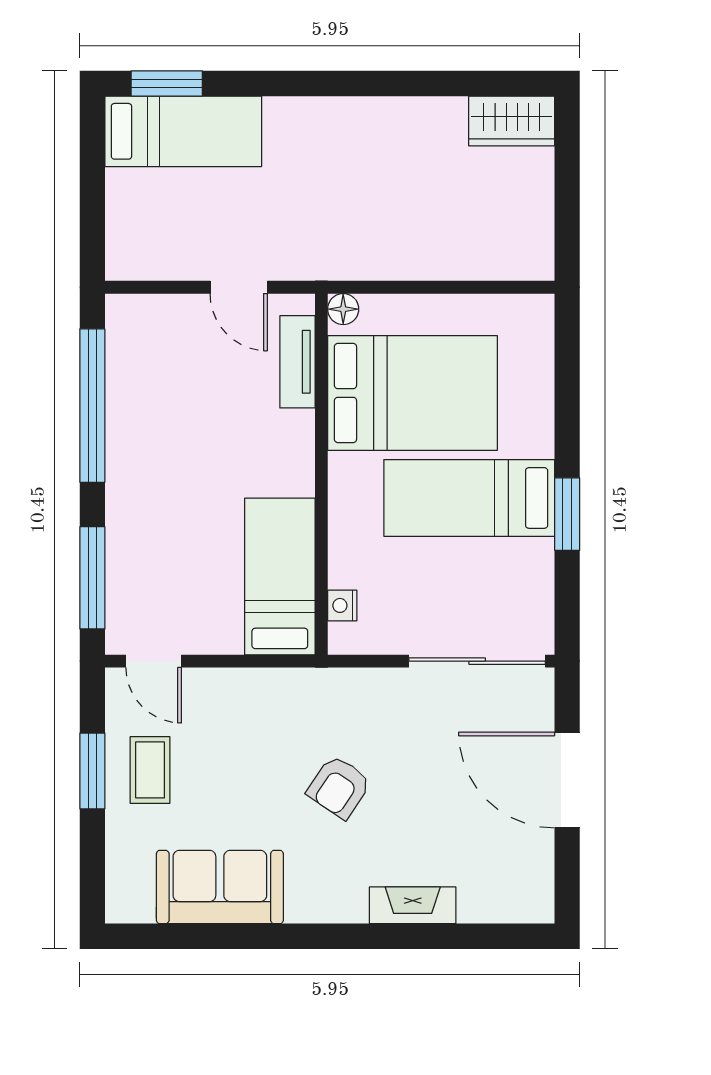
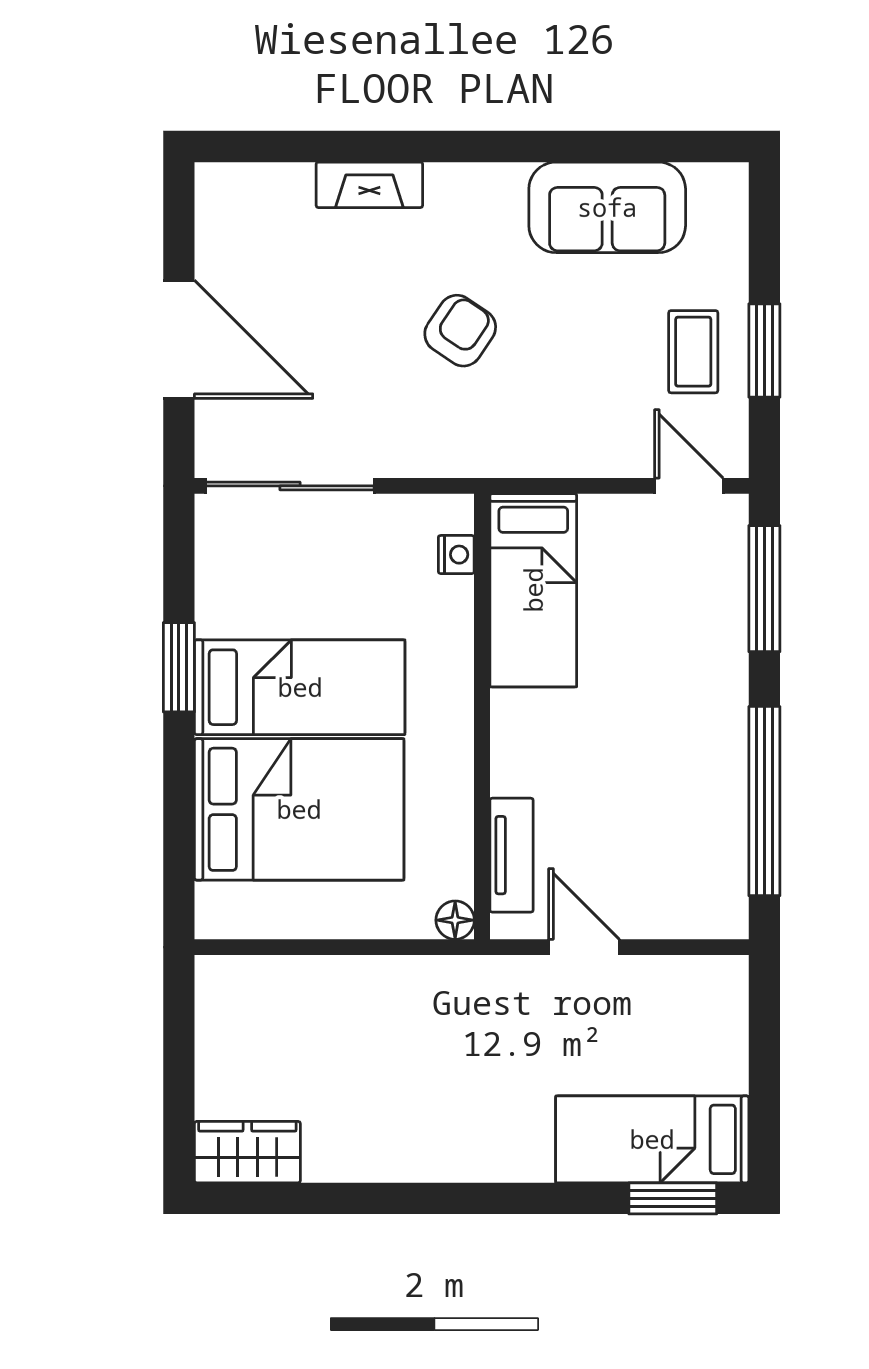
bed: (413, 393) -> (299, 809), moved, turned 180

